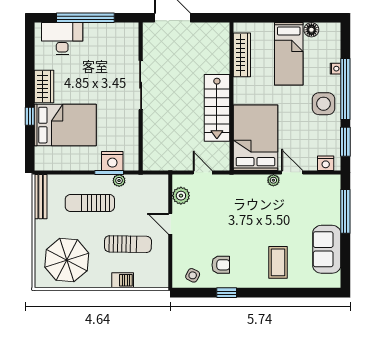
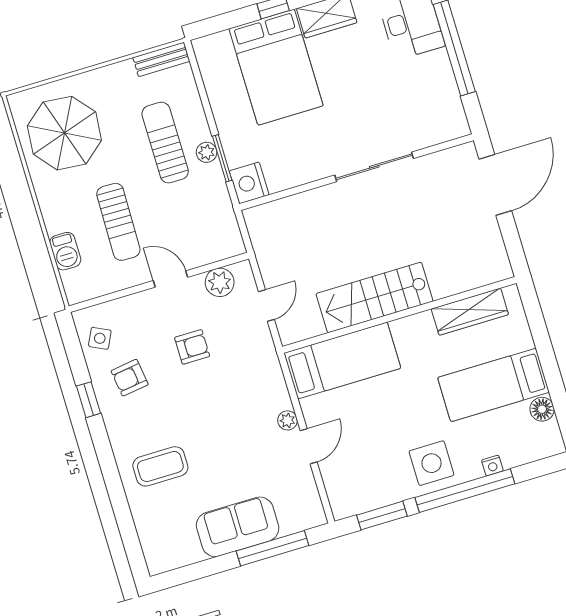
bed: (255, 138) -> (342, 361), width x0.67
nightstand: (112, 161) -> (249, 183), moved
nightstand: (326, 163) -> (339, 495), removed
plant: (119, 181) -> (207, 152), moved
bench: (41, 197) -> (161, 59), width x0.73
armchair: (214, 223) -> (192, 347), added
door: (170, 224) -> (170, 279), hinge flipped
sofa: (327, 249) -> (238, 527), moved
armchair: (221, 265) -> (130, 378), turned 82
barbecue: (123, 280) -> (65, 251), moved

